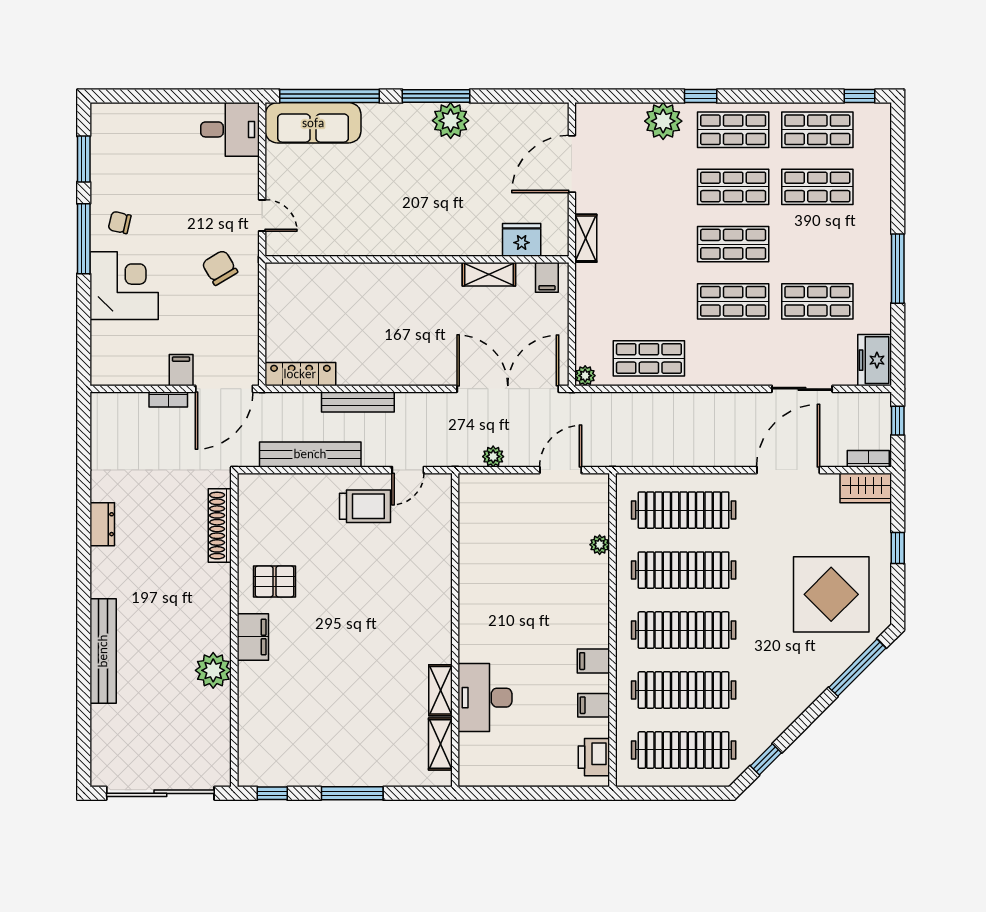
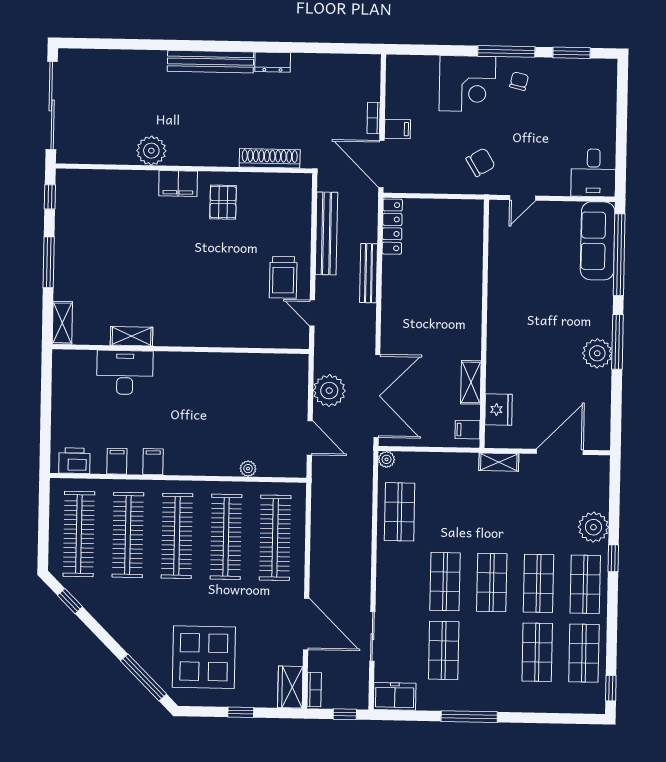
door: (572, 164) -> (560, 452), hinge flipped
plant: (493, 457) -> (329, 391), width x1.87, depth x1.87
bench: (103, 651) -> (210, 62), moved
shelving: (440, 744) -> (62, 323), moved, turned 90

